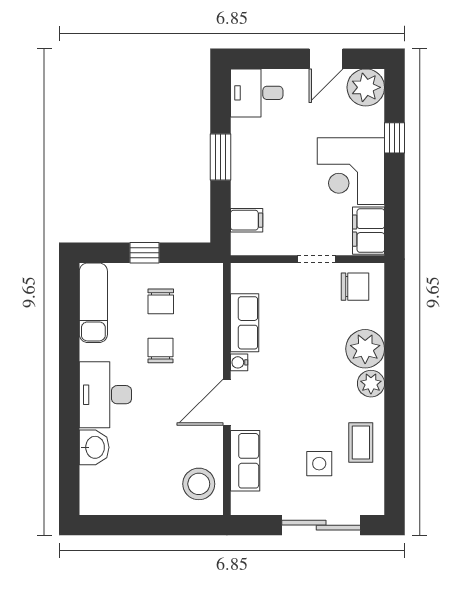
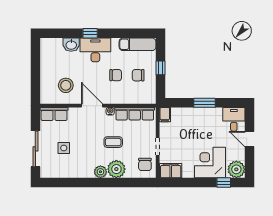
door: (326, 59) -> (250, 139), moved
window: (395, 138) -> (224, 183), moved
corner desk: (351, 171) -> (210, 163), moved
filing cabinet: (247, 220) -> (165, 115), moved
row of seats: (245, 323) -> (135, 114), width x1.48
window: (69, 406) -> (90, 33), added
coffee table: (361, 443) -> (113, 142), moved
row of seats: (245, 461) -> (54, 114), moved
stool: (199, 484) -> (66, 85), moved

